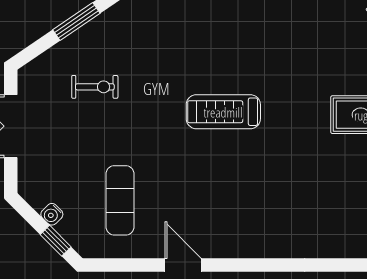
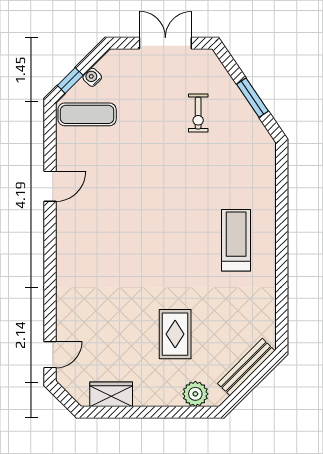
treadmill: (223, 112) -> (236, 240), moved
exercise mat: (120, 200) -> (87, 114), moved

